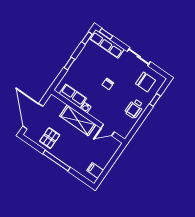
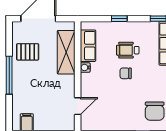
wheelchair: (134, 109) -> (128, 50), moved
shelving: (78, 120) -> (66, 52), moved
door: (108, 130) -> (78, 106), swing flipped

